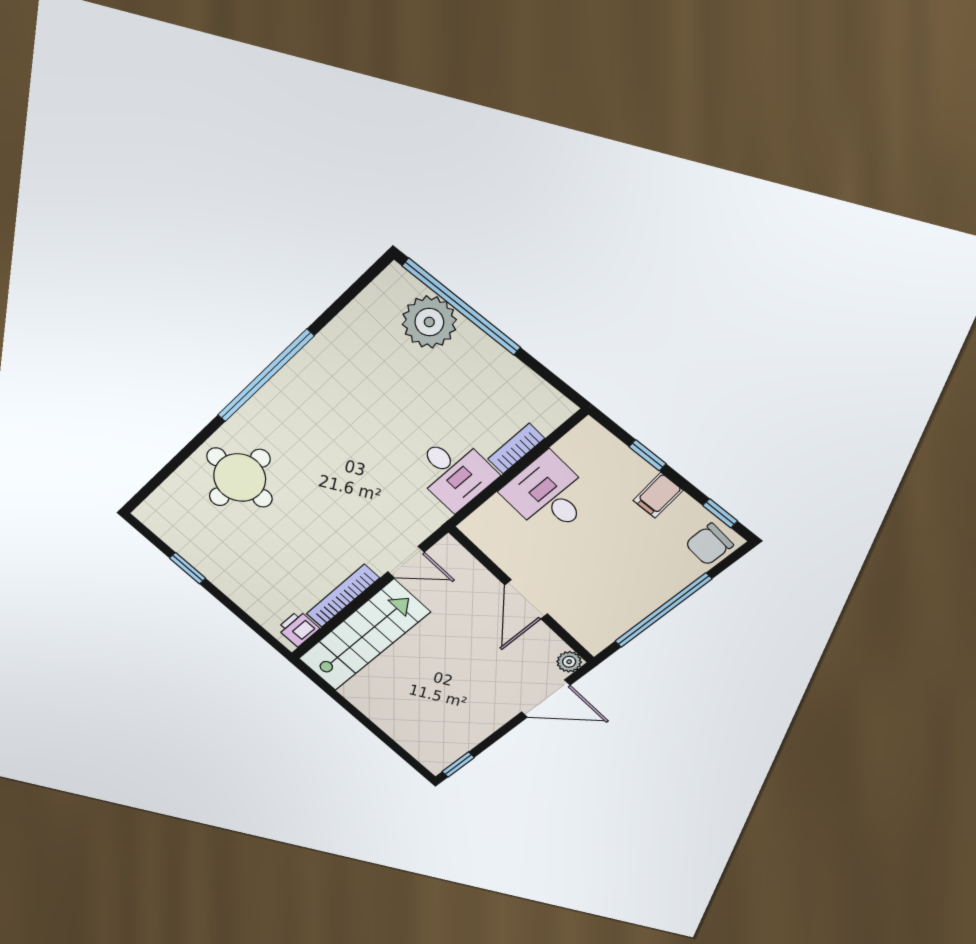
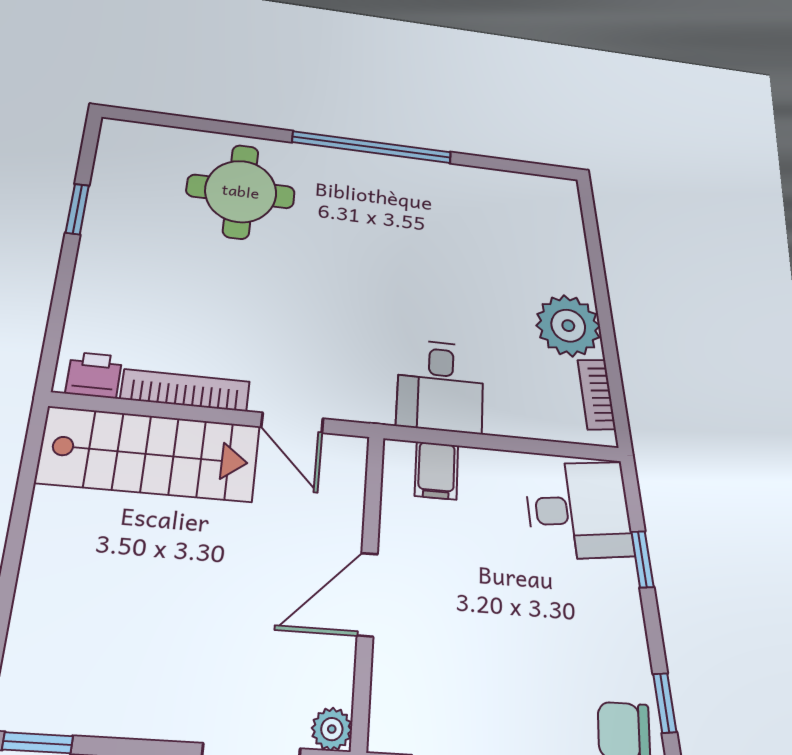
window: (462, 307) -> (597, 264), removed
plant: (429, 322) -> (568, 326), moved
bookcase: (516, 449) -> (597, 394), moved, turned -97
desk: (548, 495) -> (579, 510), moved, turned 83
filing cabinet: (658, 495) -> (436, 471), moved, turned -83

